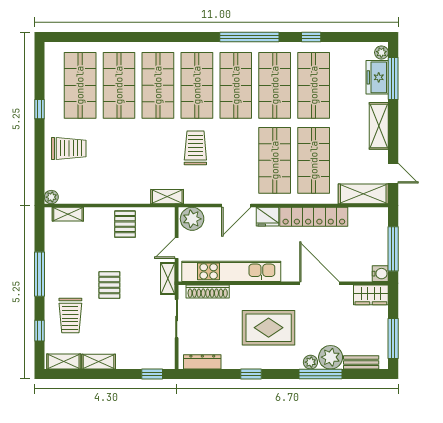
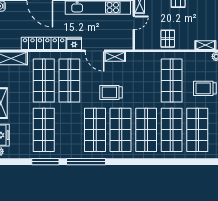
window: (311, 37) -> (45, 162), width x2.17
shop shelf: (275, 85) -> (172, 80), moved
trolley: (195, 148) -> (111, 92), moved, turned 90
shelving: (167, 197) -> (115, 57), moved
door: (236, 206) -> (95, 51), swing flipped
plant: (192, 219) -> (124, 42), removed

